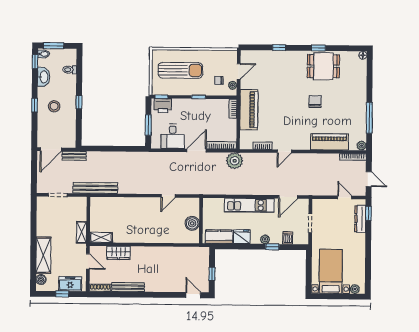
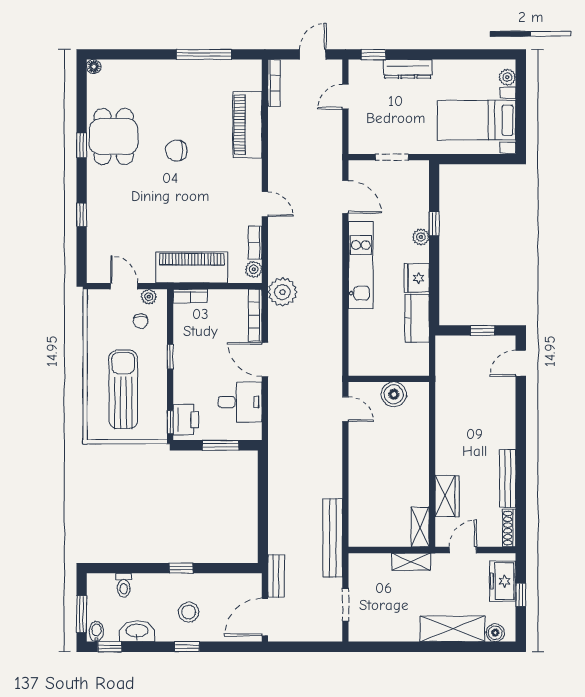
plant: (362, 146) -> (254, 269), moved
door: (51, 149) -> (265, 617), swing flipped
dresser: (360, 219) -> (408, 69), moved
wall: (201, 221) -> (389, 379), moved
boiler: (192, 223) -> (394, 394), moved
dishwasher: (288, 238) -> (418, 197), removed

